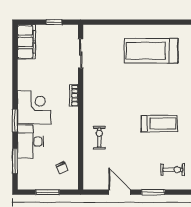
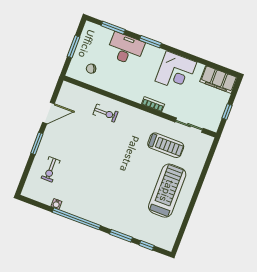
corner desk: (34, 107) -> (176, 72), moved
treadmill: (159, 124) -> (166, 145), moved, turned -90

